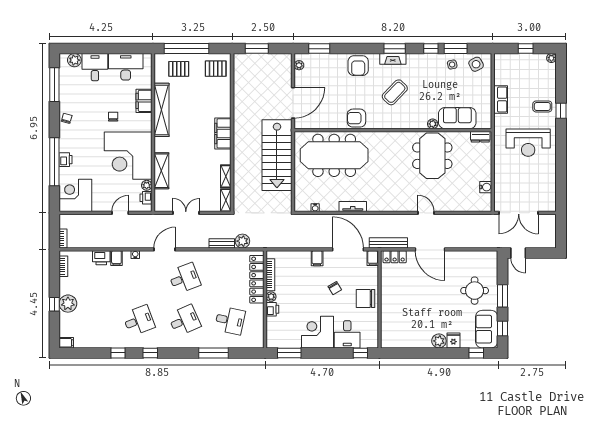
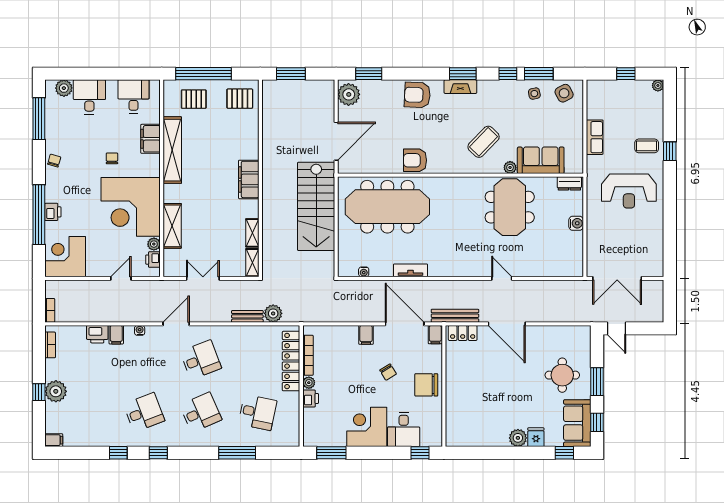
plant: (299, 65) -> (349, 94), width x1.87, depth x1.87
armchair: (358, 66) -> (417, 95), turned 93
desk: (126, 67) -> (133, 96), width x0.73
coffee table: (395, 92) -> (484, 142), moved
water cooler: (486, 187) -> (576, 223), moved

